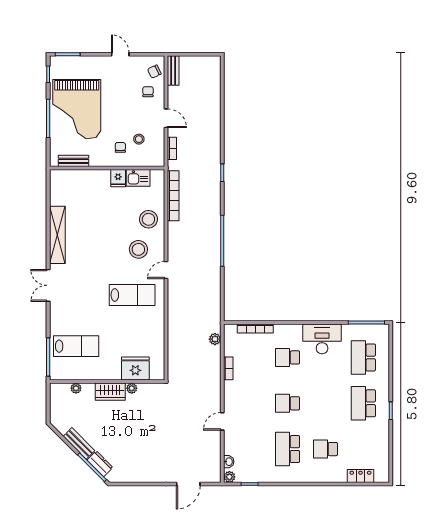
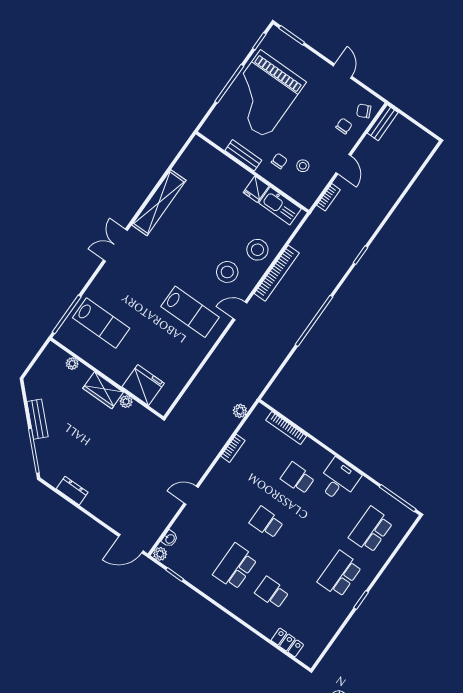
bench: (73, 161) -> (243, 155), moved
kitchen sink: (138, 178) -> (280, 206), width x1.38
bookcase: (173, 196) -> (277, 273), moved
desk: (322, 339) -> (339, 480), width x0.73
dresser: (100, 464) -> (72, 491), moved, turned -45
door: (188, 484) -> (131, 544), moved

